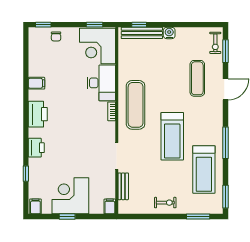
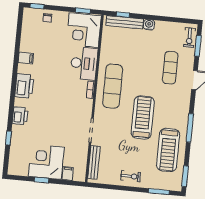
treadmill: (172, 136) -> (143, 117), turned 180
bench: (123, 186) -> (94, 162), width x1.36
filing cabinet: (35, 206) -> (14, 168), removed
filing cabinet: (110, 206) -> (68, 174), moved

